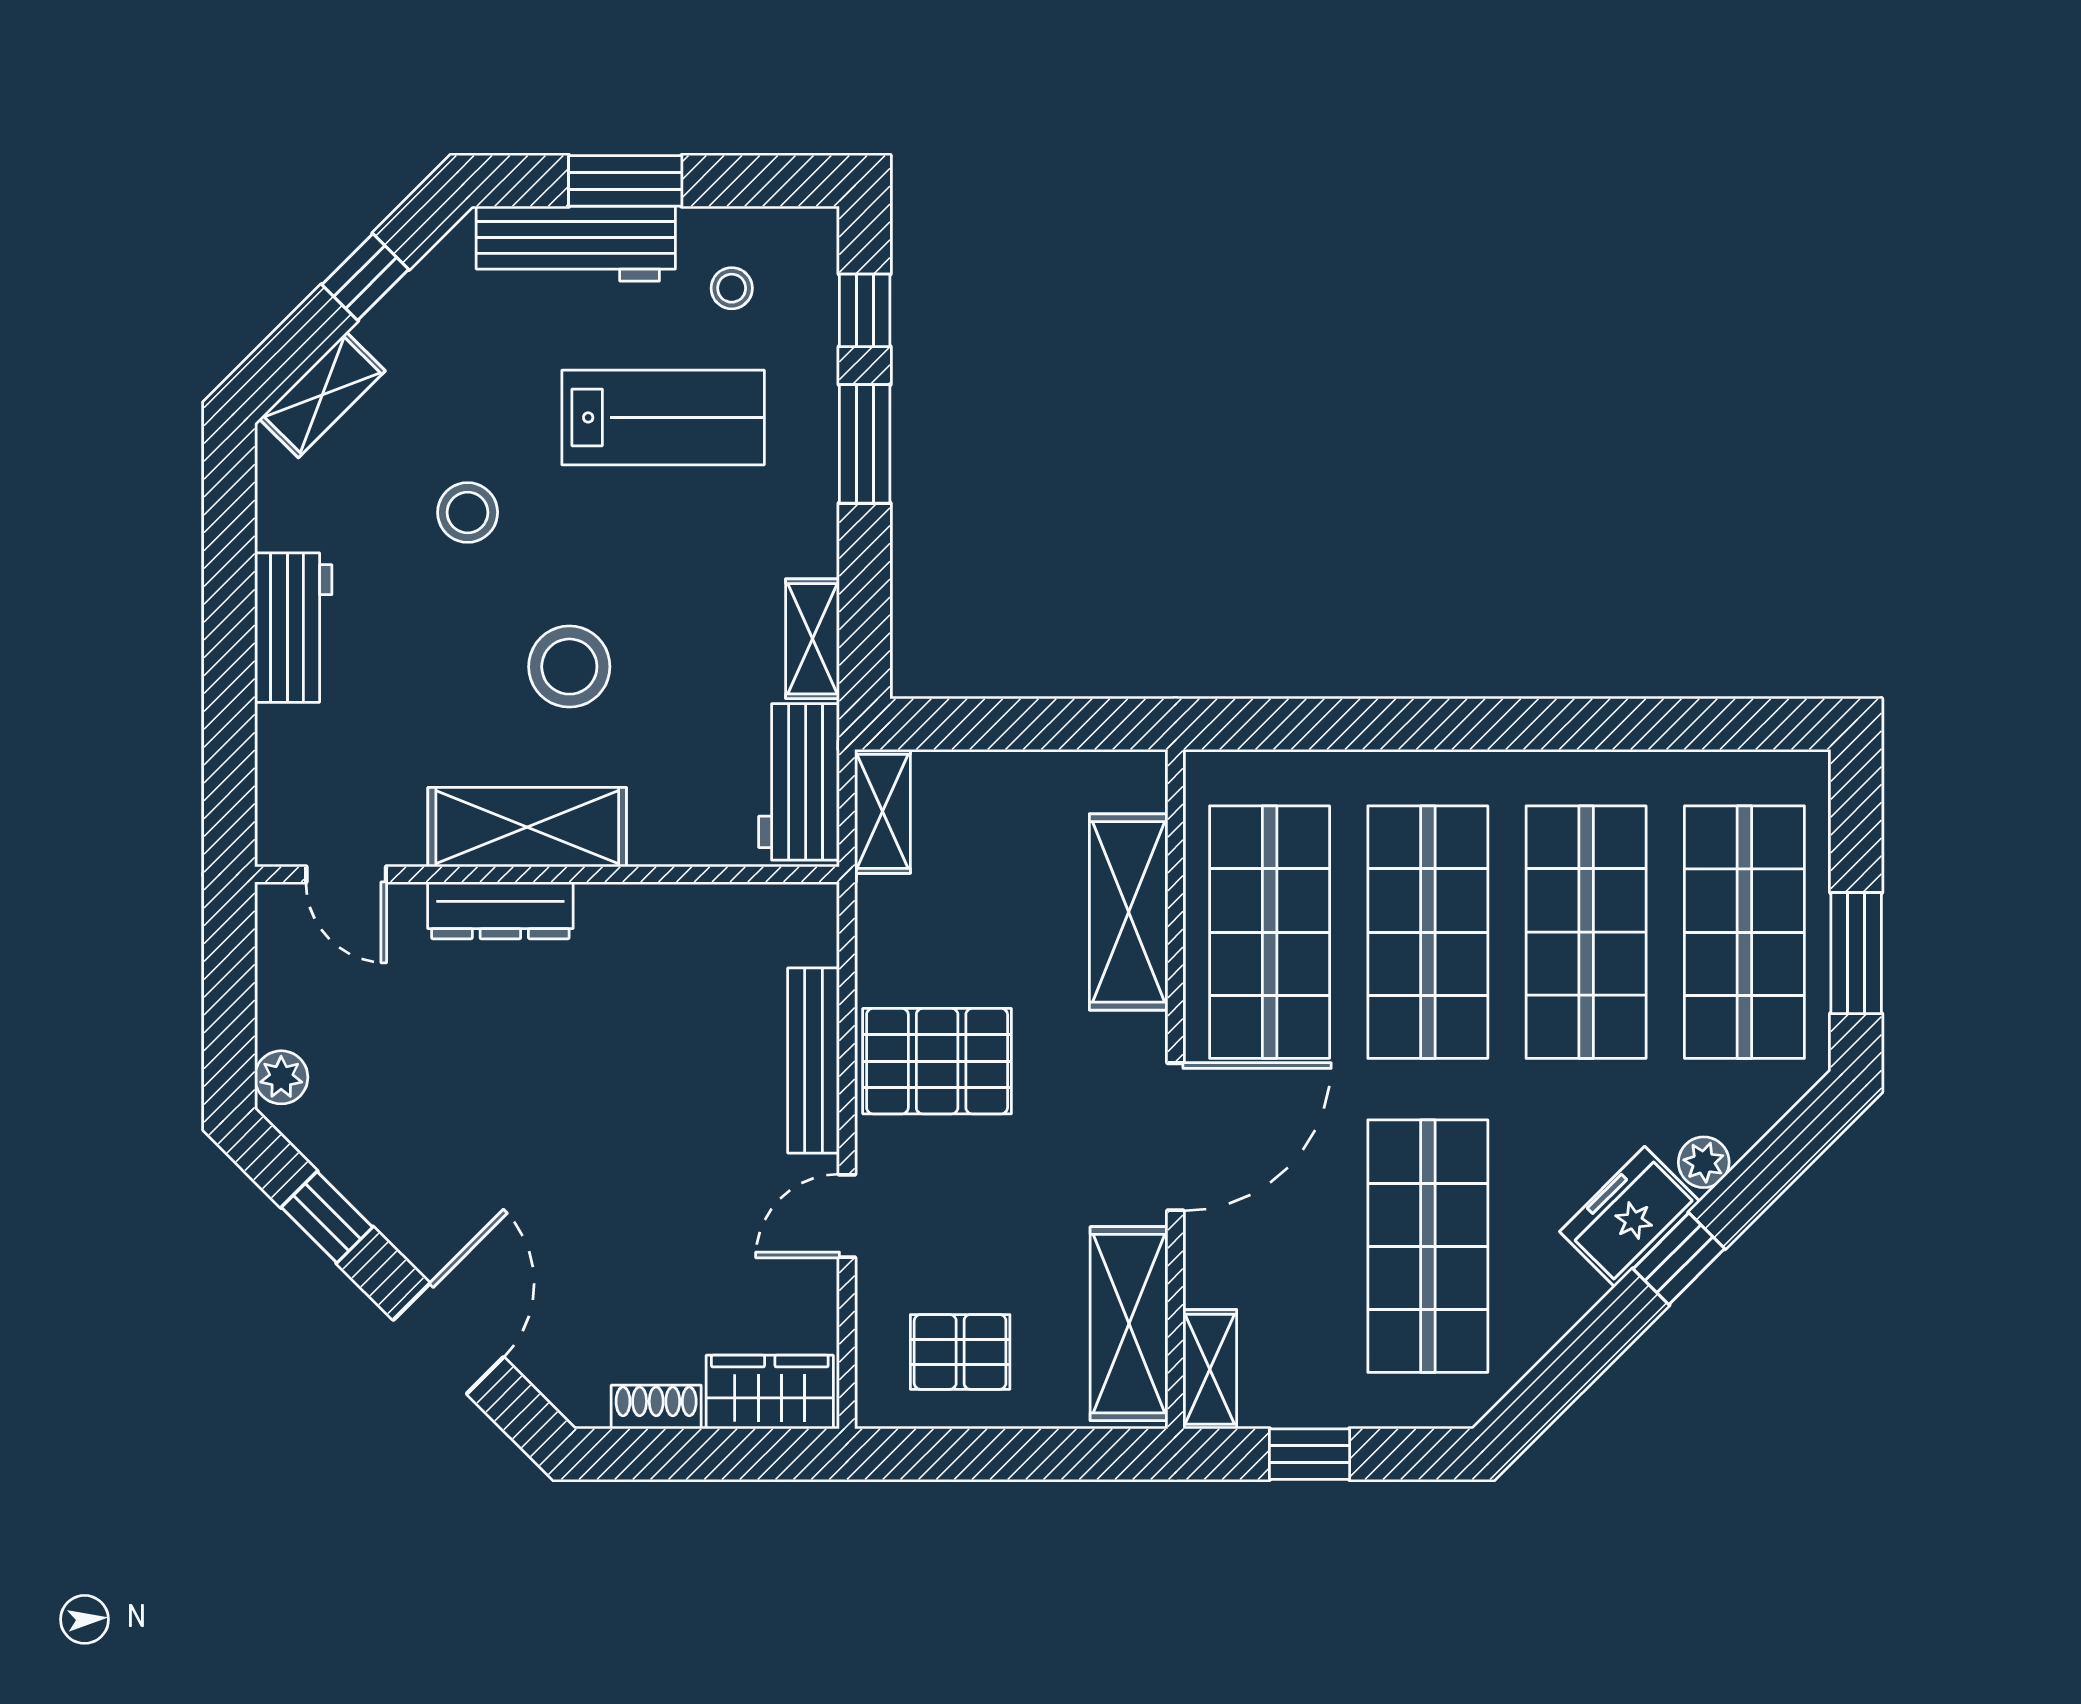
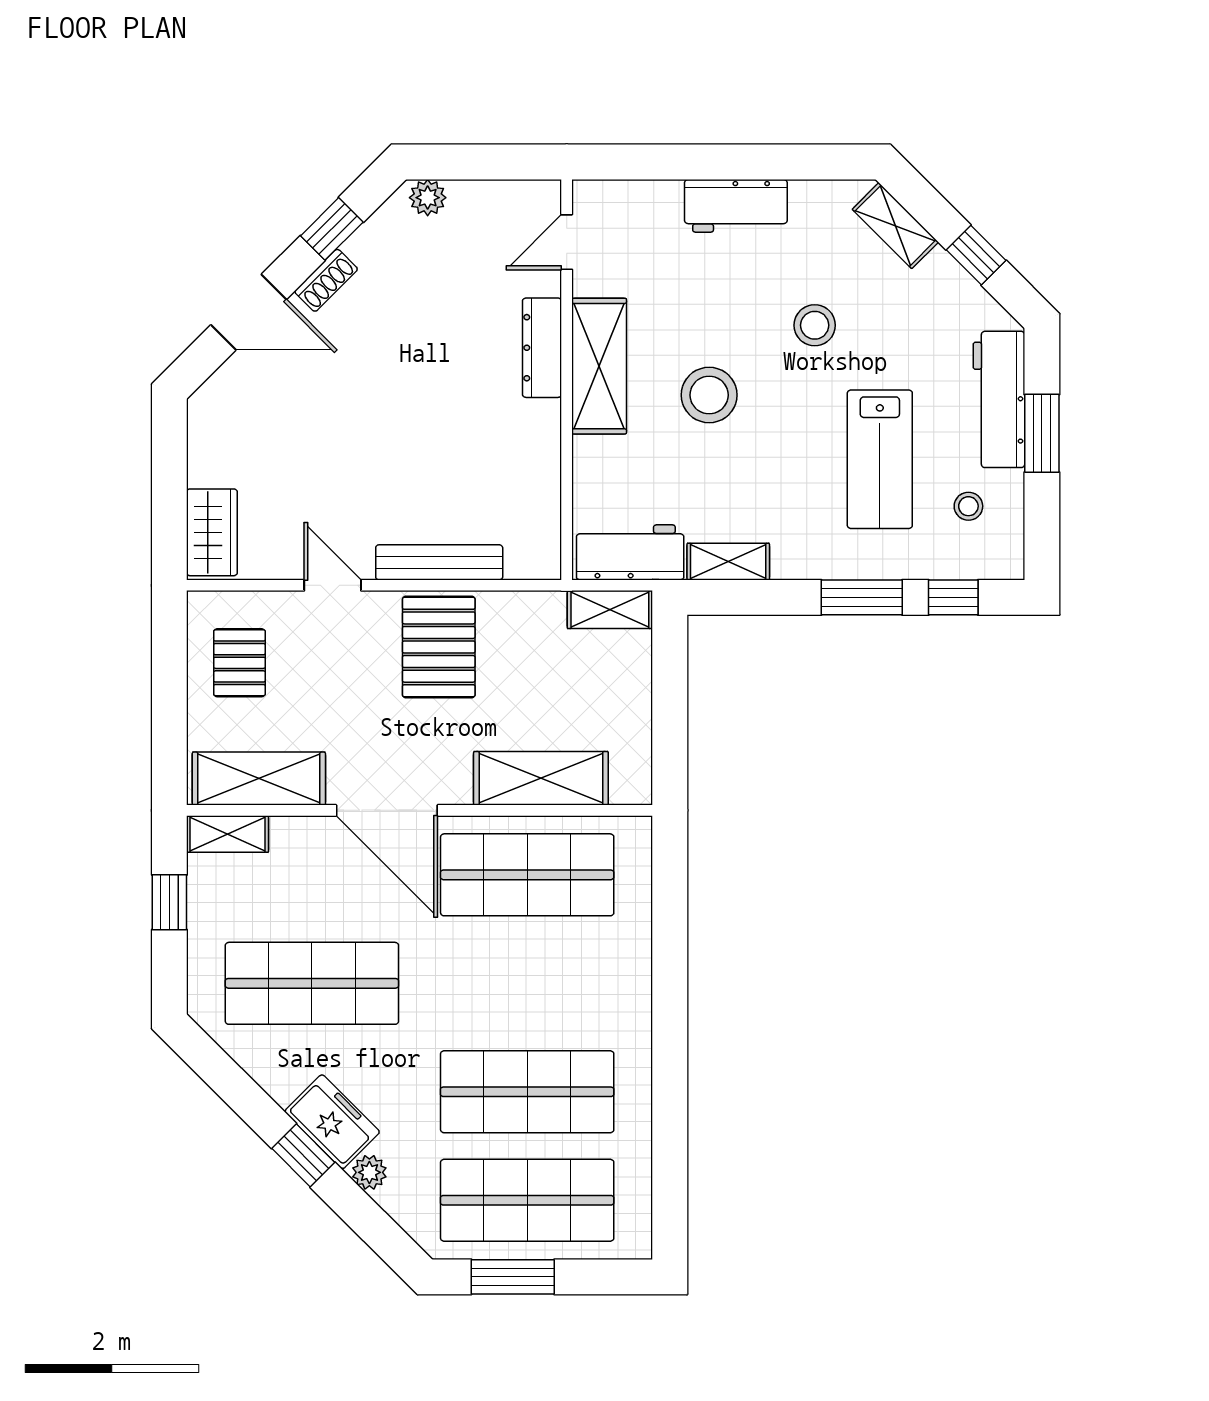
shop shelf: (1428, 932) -> (527, 983), removed
shoe rack: (656, 1407) -> (326, 280), moved, turned 45

